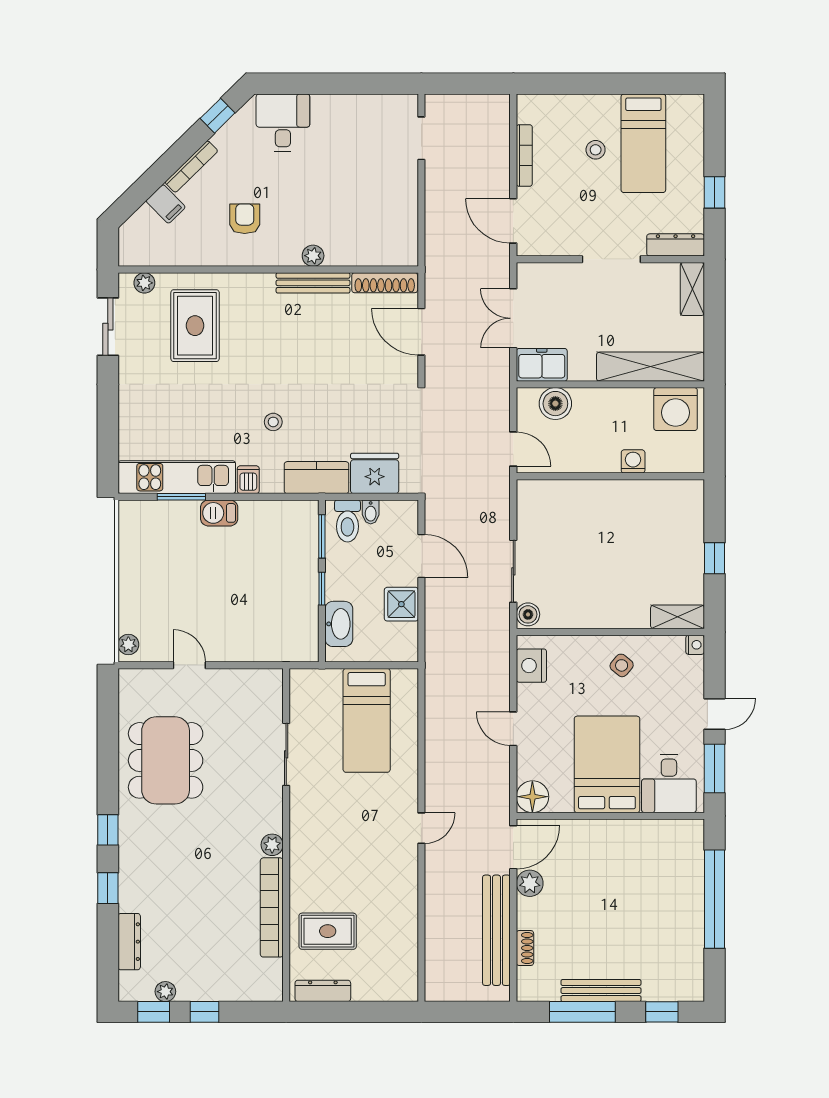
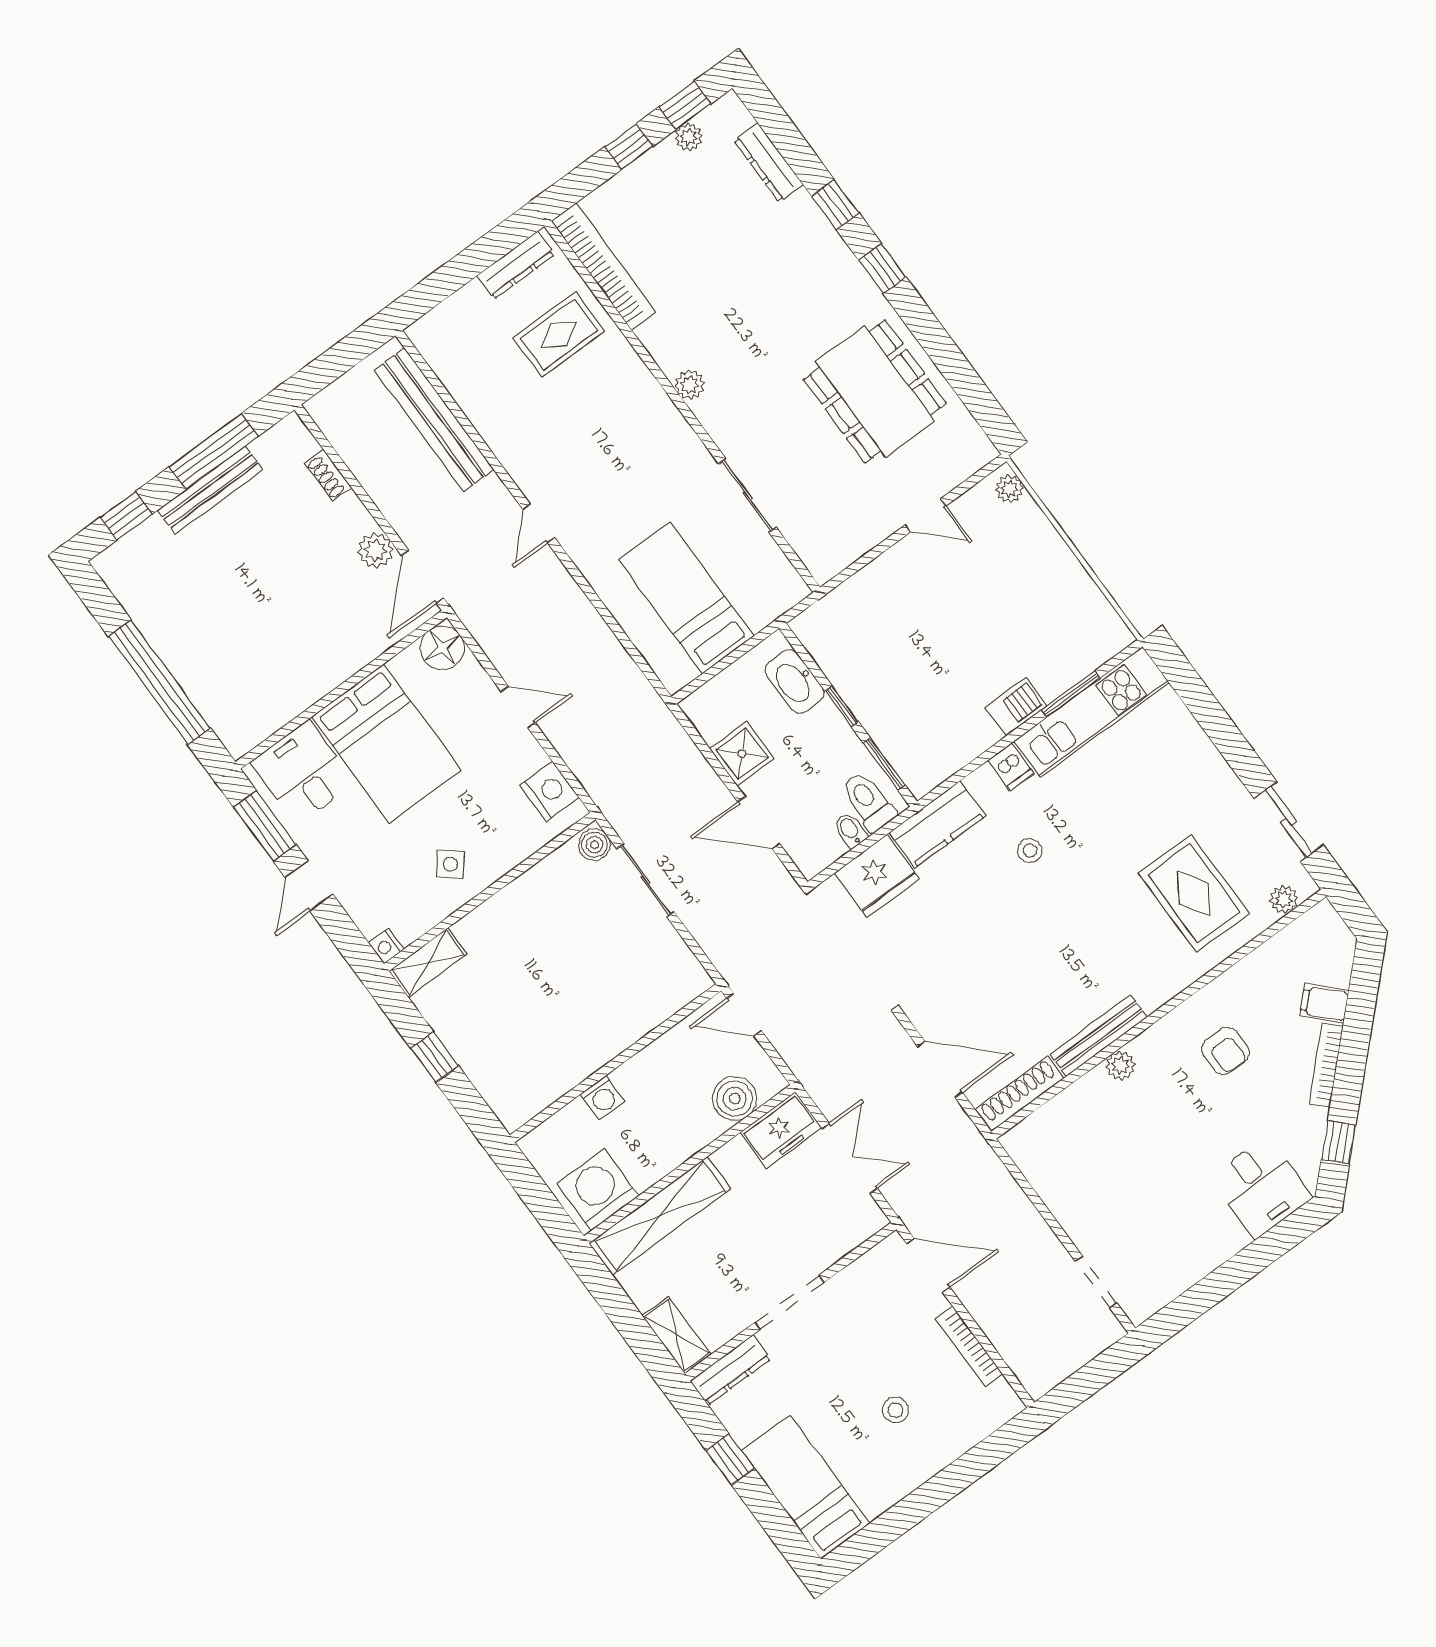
bed: (643, 143) -> (806, 1487), moved
bookcase: (272, 907) -> (604, 267), moved
bench: (496, 930) -> (434, 420), moved

